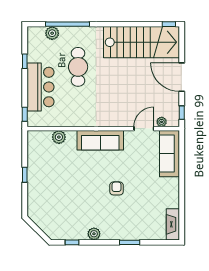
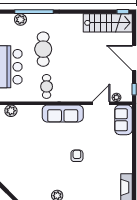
stairs: (142, 42) -> (108, 23), width x0.73, depth x0.66
cafe table: (82, 109) -> (47, 86), added
plant: (59, 137) -> (11, 111), moved
sofa: (169, 154) -> (123, 120), width x0.73

